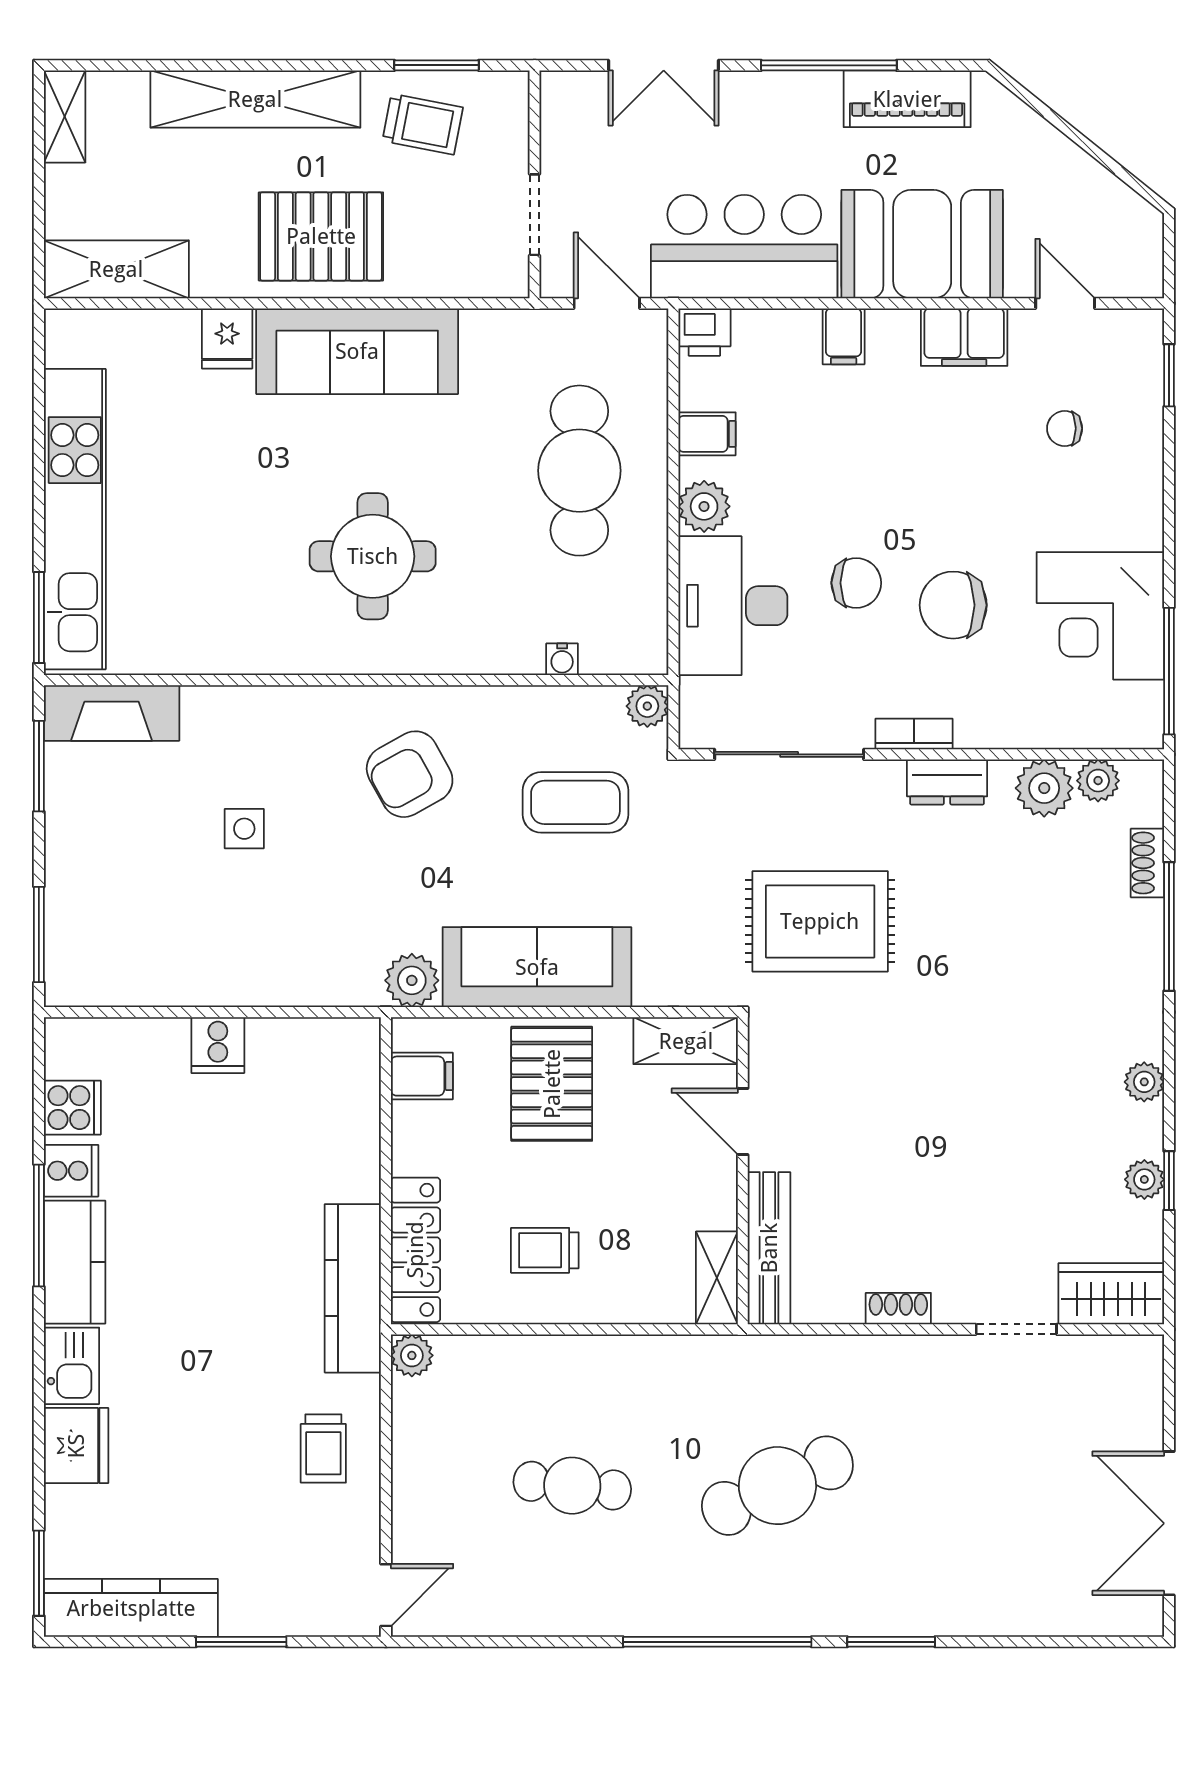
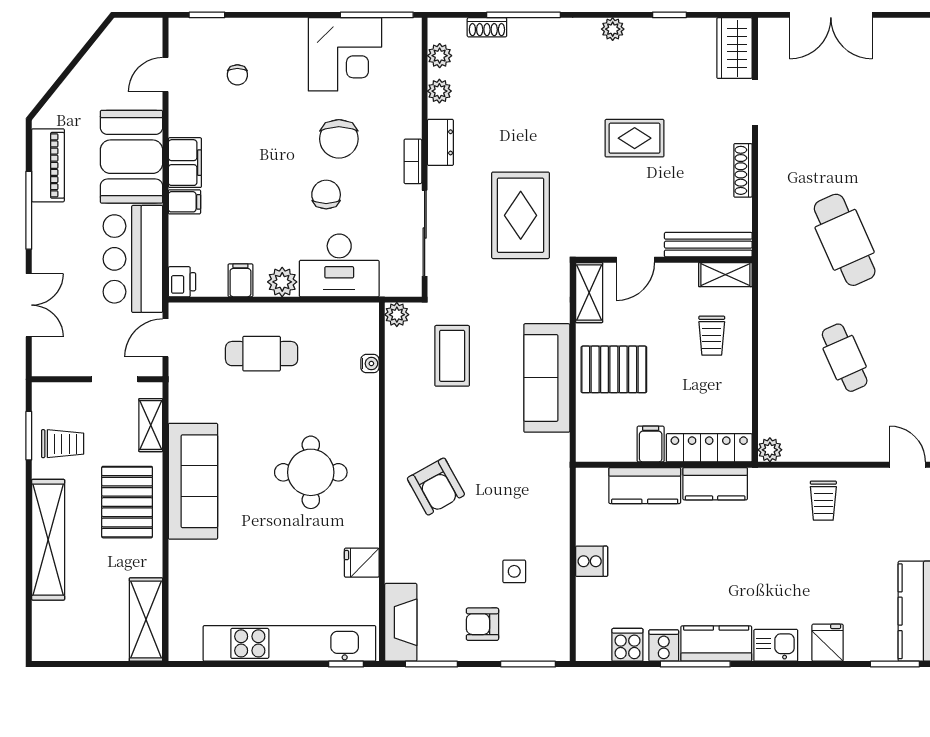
shelving: (65, 116) -> (151, 425), moved, turned 90
trolley: (423, 124) -> (63, 444), turned 79
filing cabinet: (964, 337) -> (185, 163), moved
fridge: (227, 338) -> (362, 563), moved, turned 180
cafe table: (579, 471) -> (262, 354), width x0.73, depth x0.74
window: (39, 618) -> (346, 664), width x0.67
armchair: (410, 774) -> (436, 487), moved
plant: (1044, 788) -> (439, 91), width x0.73, depth x0.73
side table: (244, 829) -> (514, 571), moved
armchair: (108, 855) -> (482, 624), added
plant: (412, 980) -> (554, 450), removed
filing cabinet: (422, 1076) -> (651, 444), moved
rug: (954, 1120) -> (635, 138), added
kitchen counter: (350, 1138) -> (645, 486), added
plant: (1144, 1179) -> (669, 29), removed
trolley: (545, 1250) -> (712, 336), moved
kitchen counter: (353, 1288) -> (715, 484), width x0.67
shoe rack: (898, 1309) -> (743, 170), width x1.43
fridge: (76, 1446) -> (828, 643), width x0.72
trolley: (323, 1449) -> (823, 501), turned 90
cafe table: (572, 1486) -> (845, 358), turned -30
double door: (1169, 1523) -> (831, 15), moved

